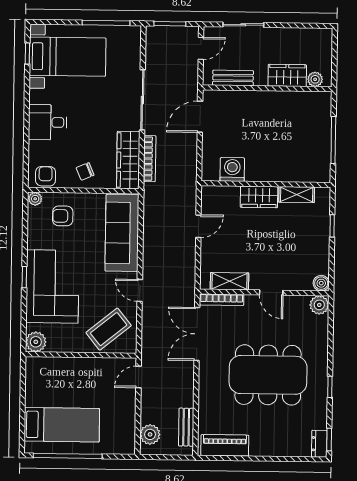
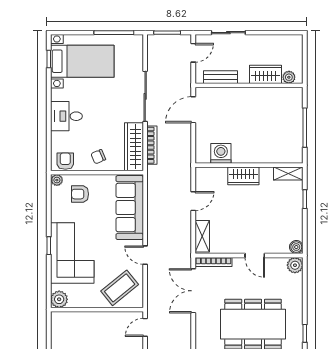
shelving: (297, 195) -> (288, 174), moved
shelving: (230, 281) -> (202, 236), moved, turned 90

